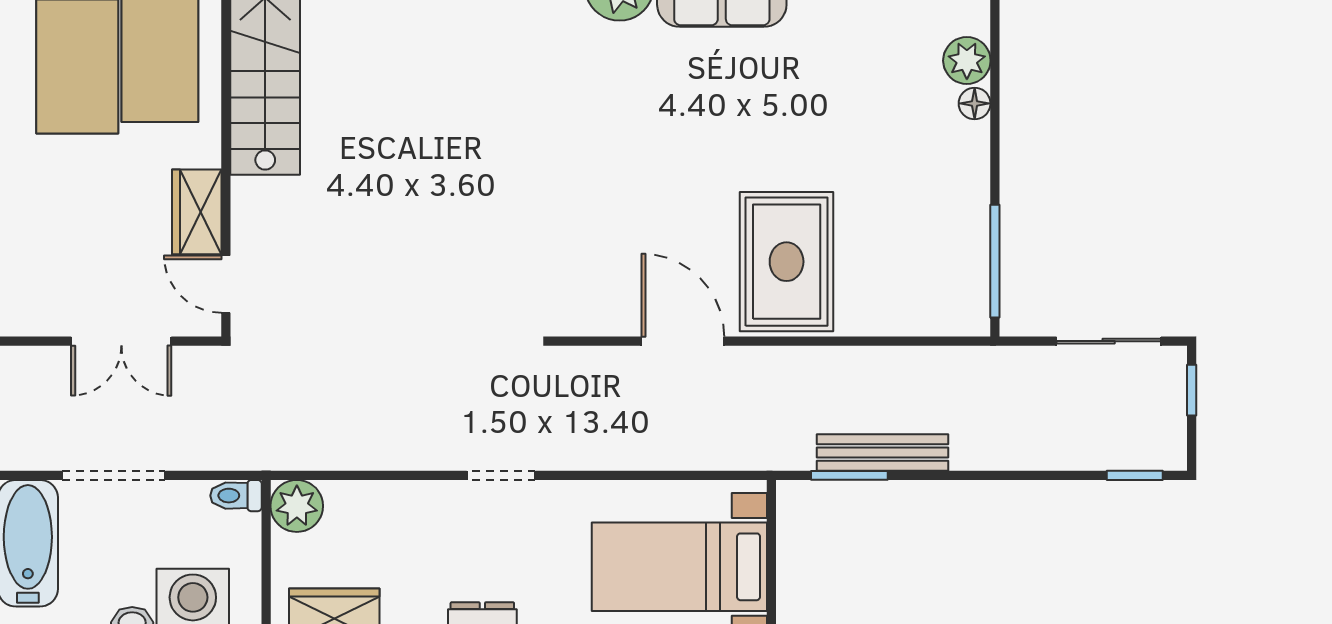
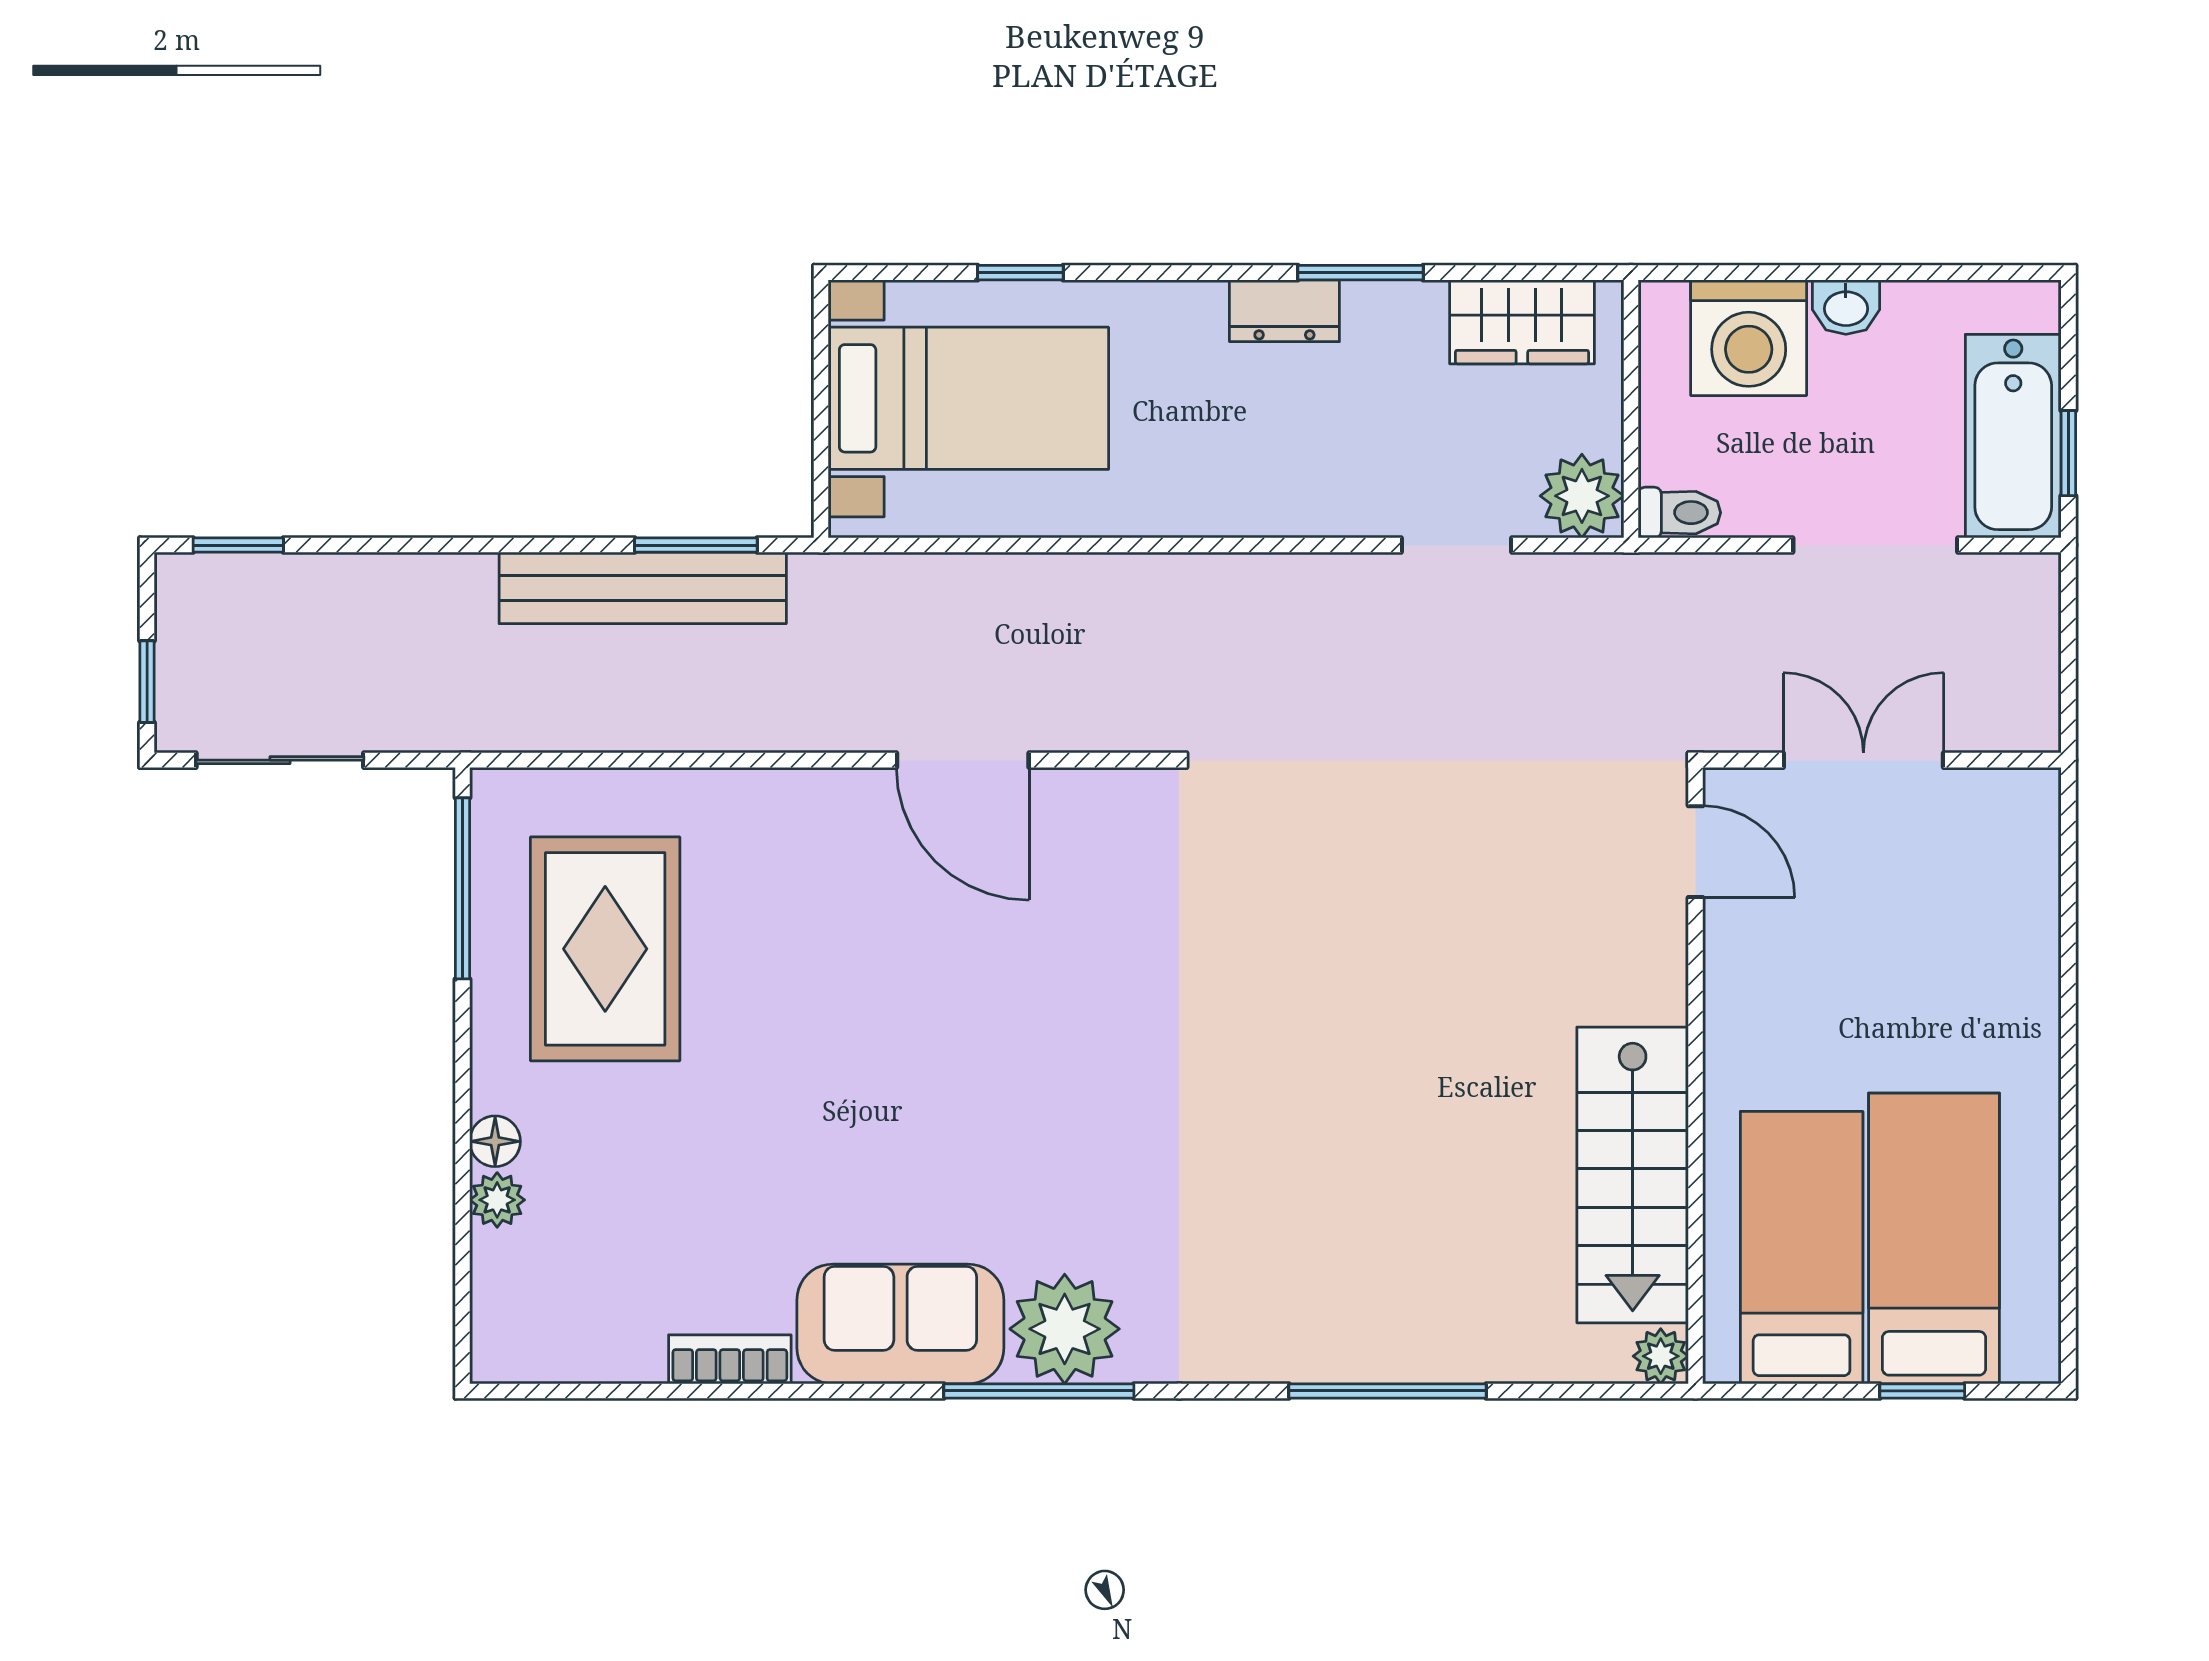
plant: (967, 61) -> (497, 1200), width x0.73, depth x0.73
wardrobe: (197, 212) -> (1742, 968), removed
rug: (787, 262) -> (605, 949), moved
bench: (882, 452) -> (643, 588), width x1.37, depth x1.21
doorway: (501, 475) -> (1457, 545), moved

